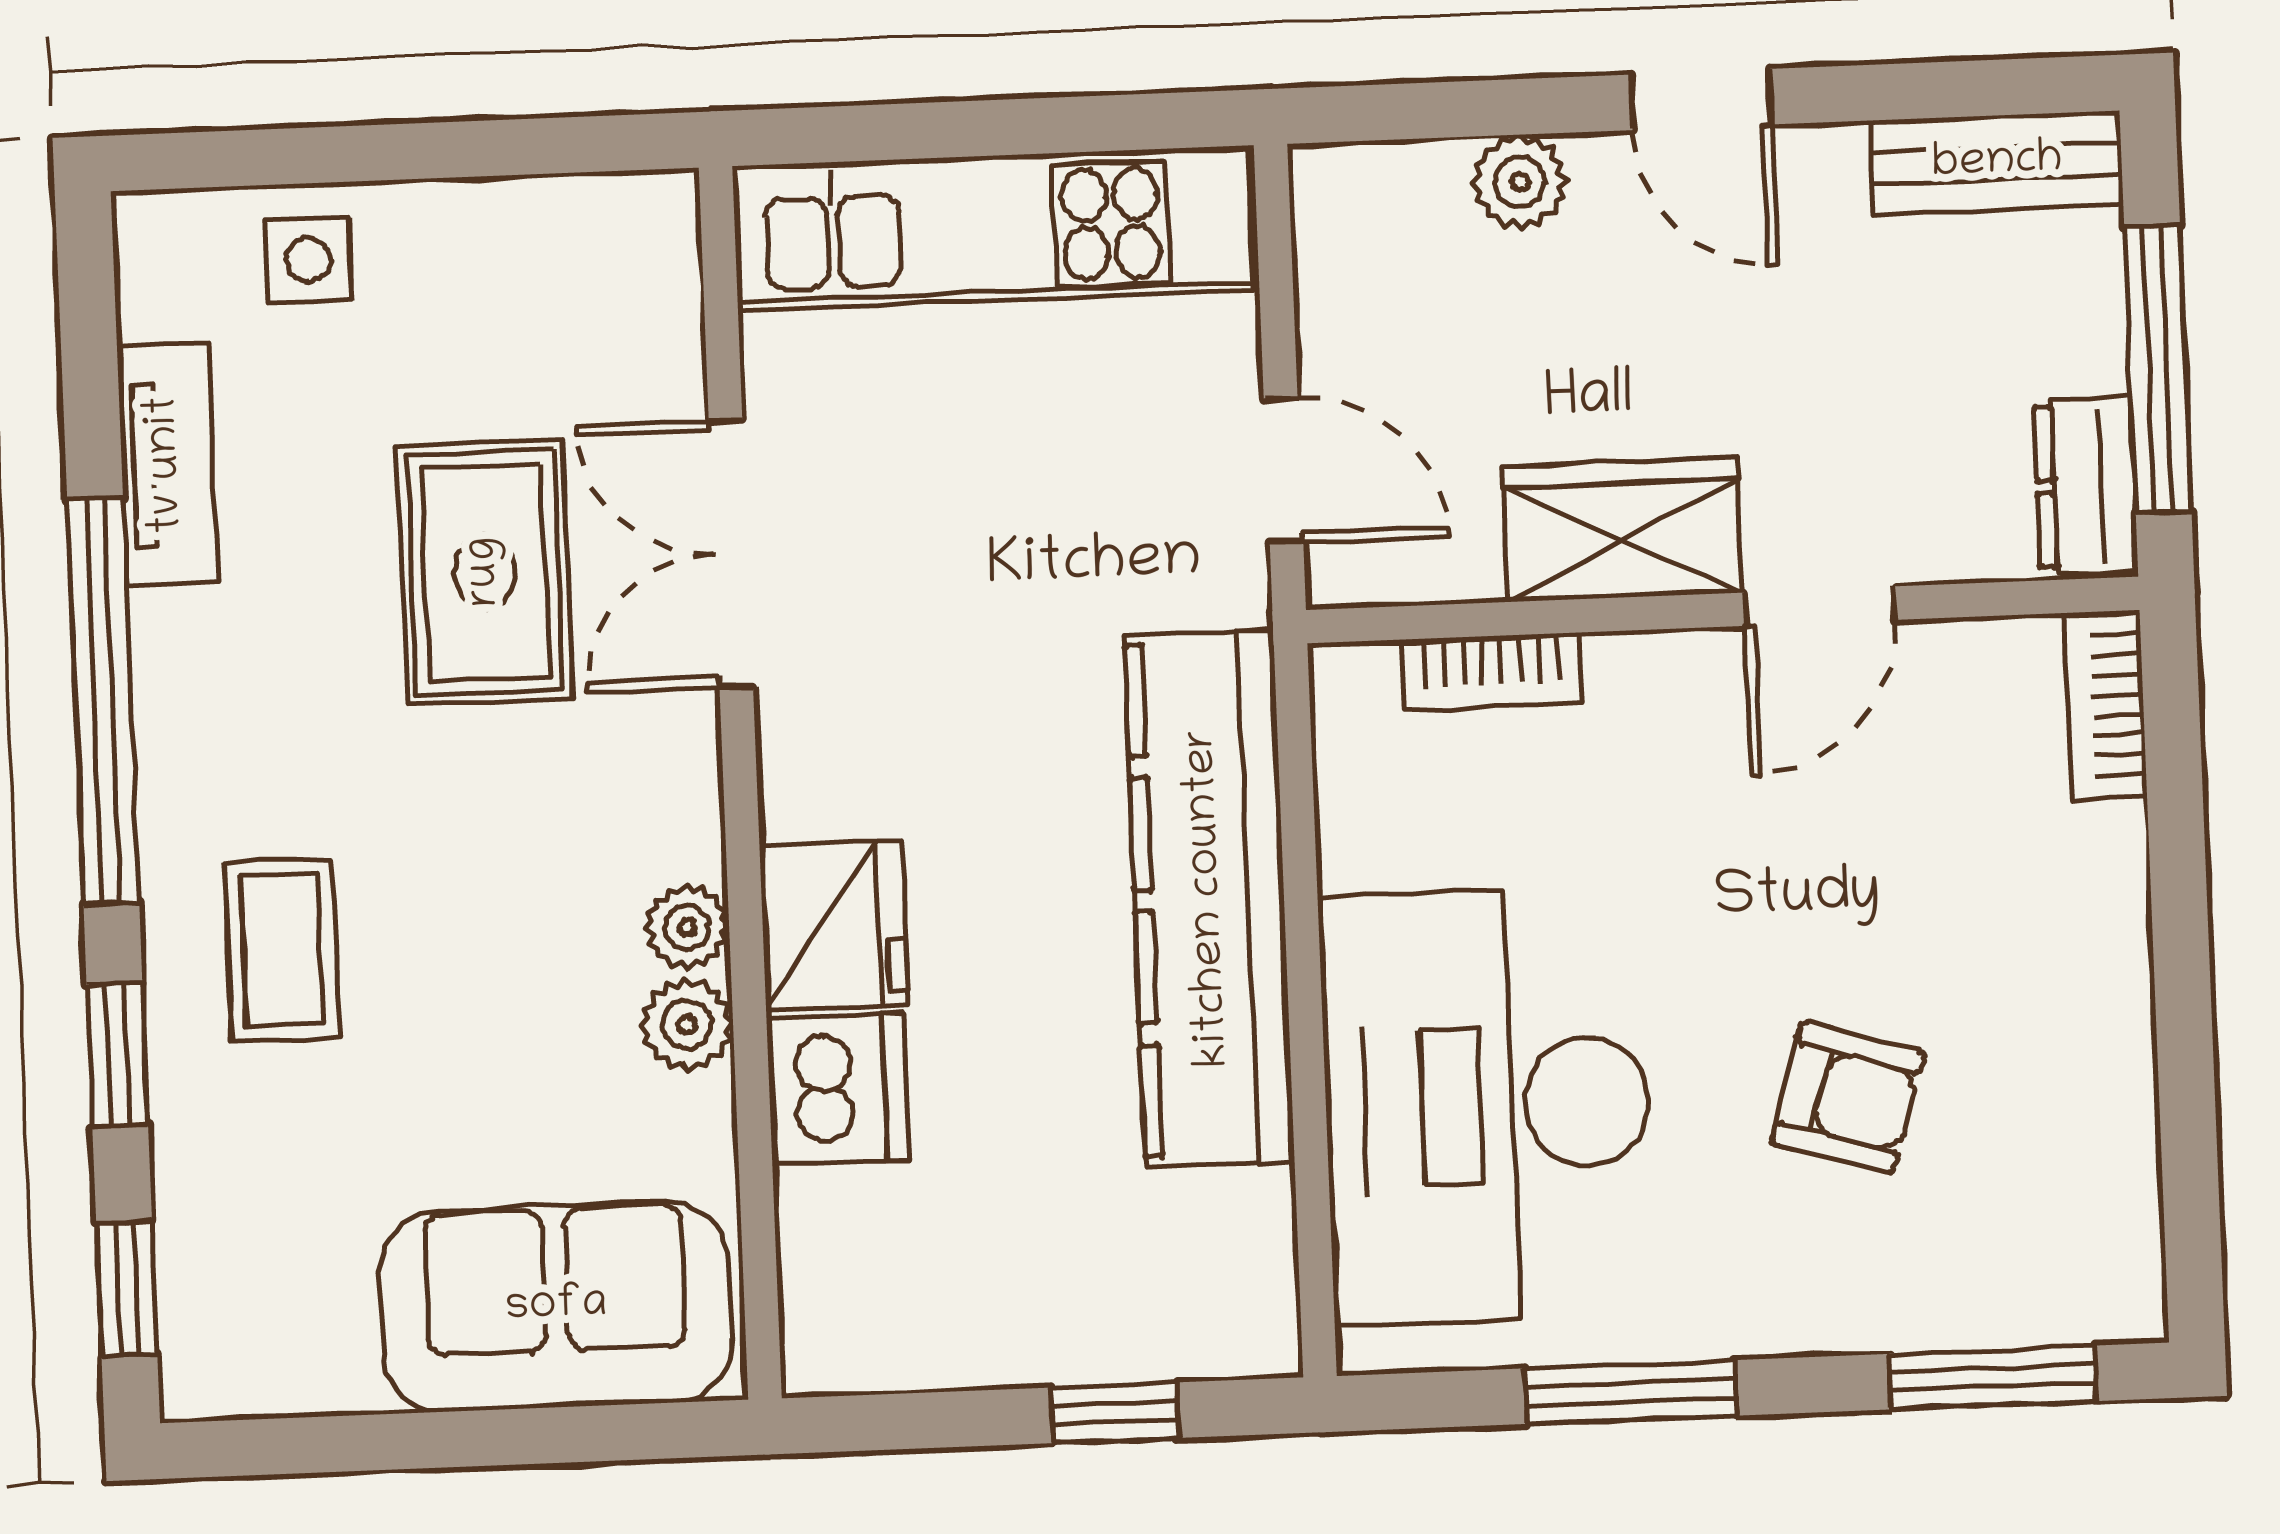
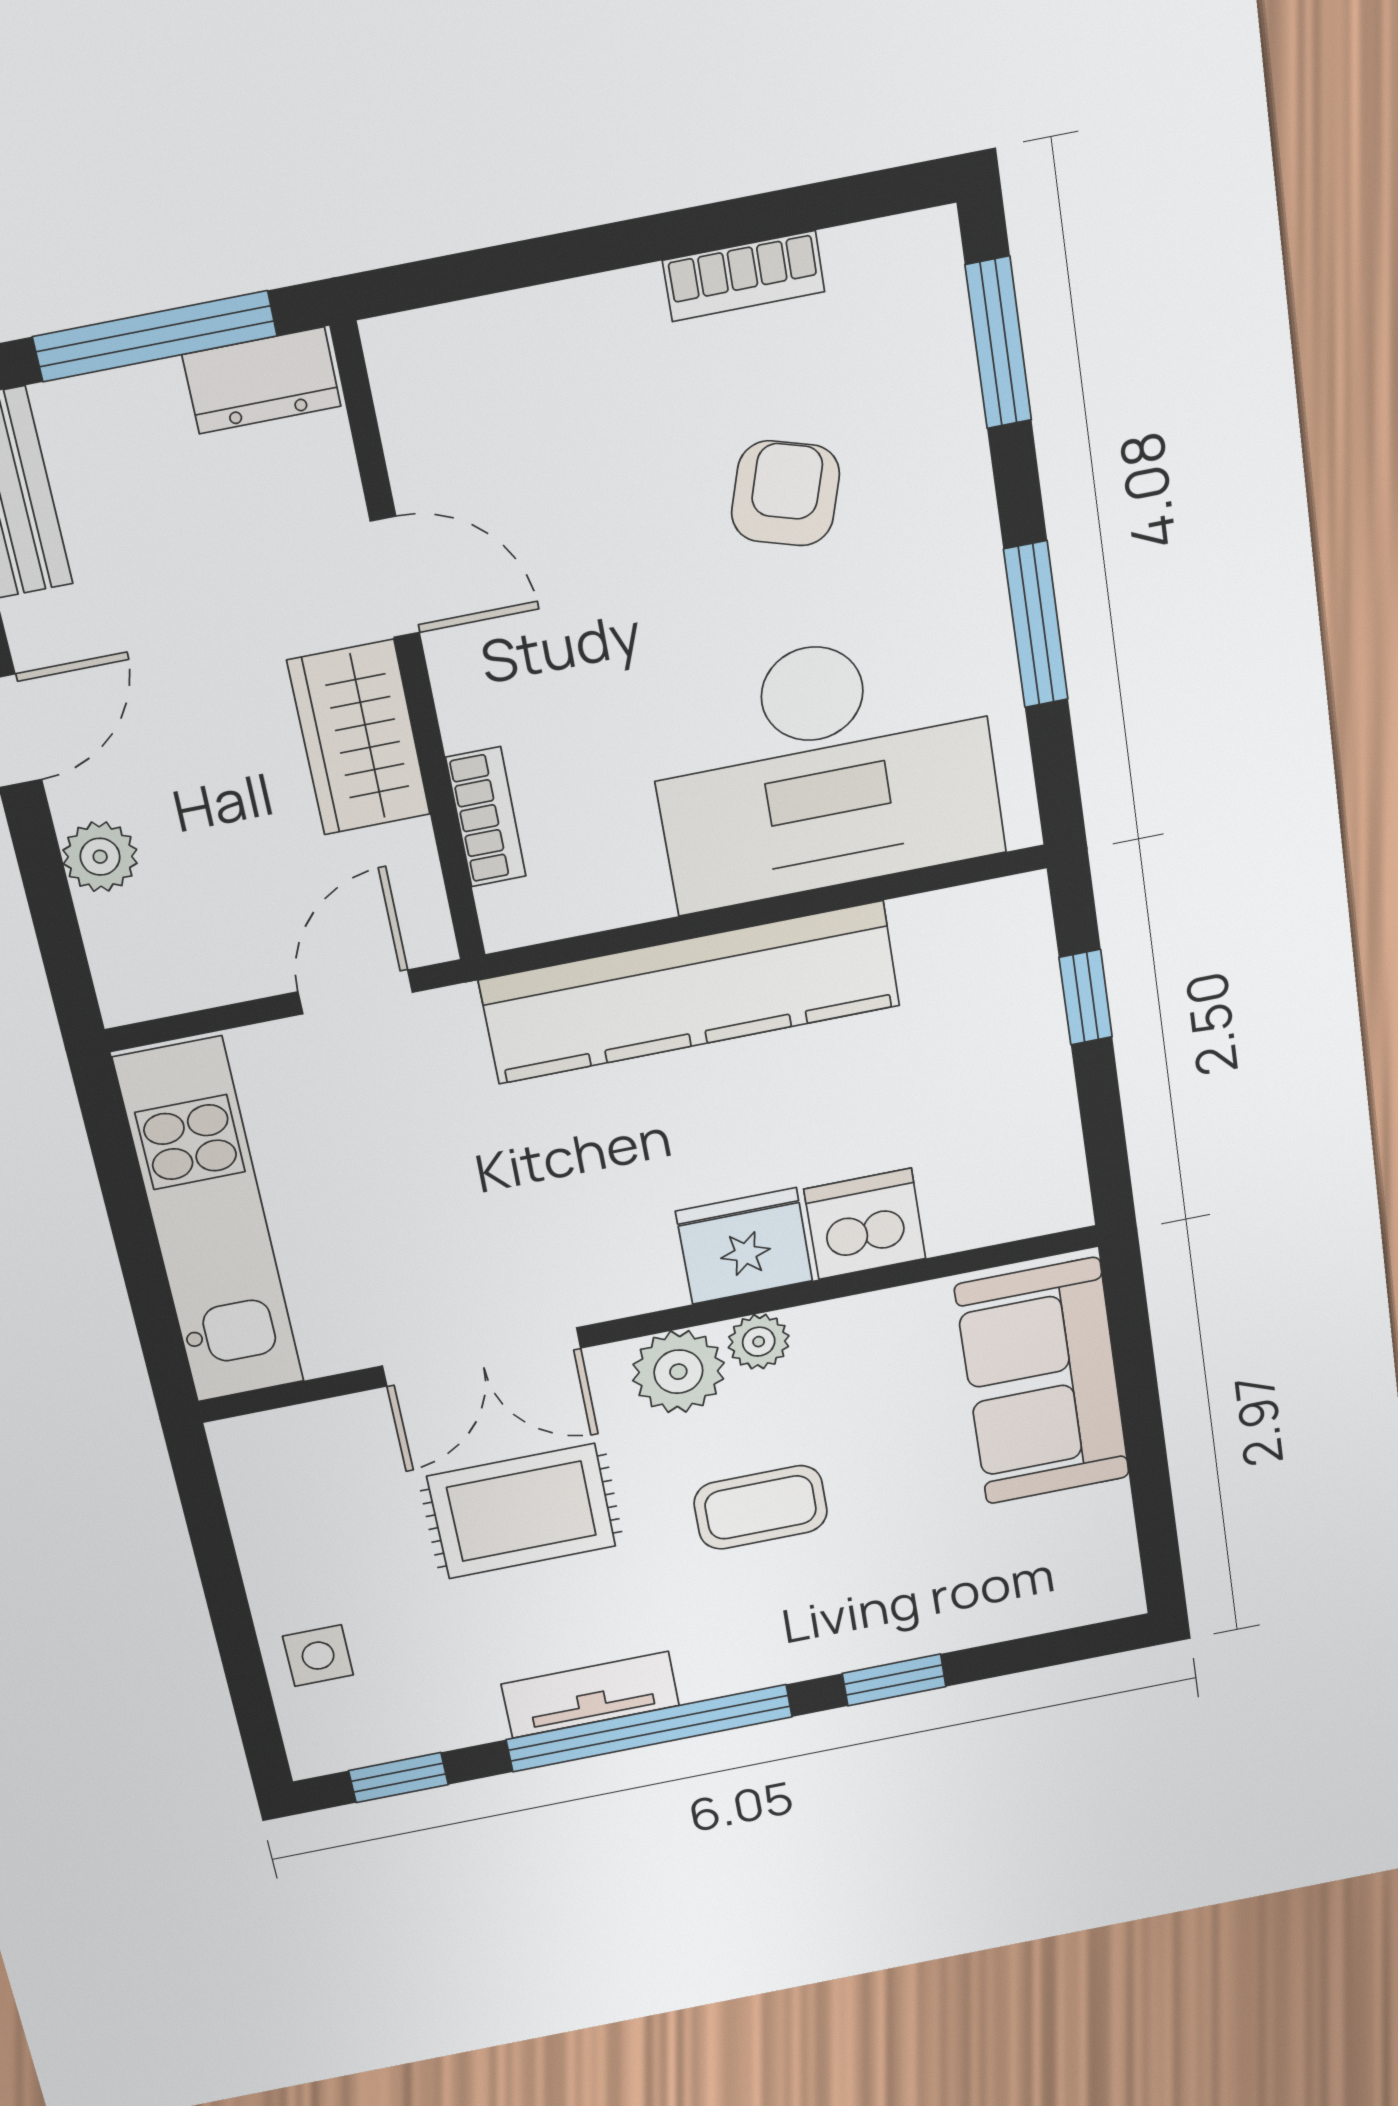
tv unit: (167, 465) -> (590, 1695), moved
bookcase: (2106, 705) -> (744, 276), moved
coffee table: (282, 950) -> (761, 1507), moved
plant: (687, 1025) -> (678, 1372), moved, width x1.38, depth x1.38
window: (127, 1289) -> (398, 1778), moved

